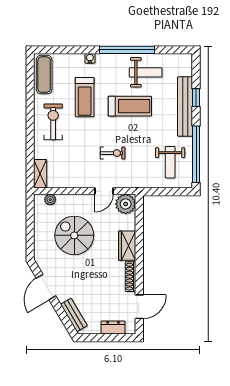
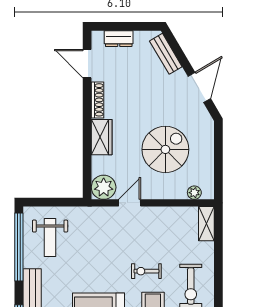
exercise bike: (113, 153) -> (146, 271), moved
weight bench: (170, 162) -> (50, 238), turned 180
spiral stairs: (74, 235) -> (165, 149), turned -90
door: (139, 307) -> (87, 64), hinge flipped

